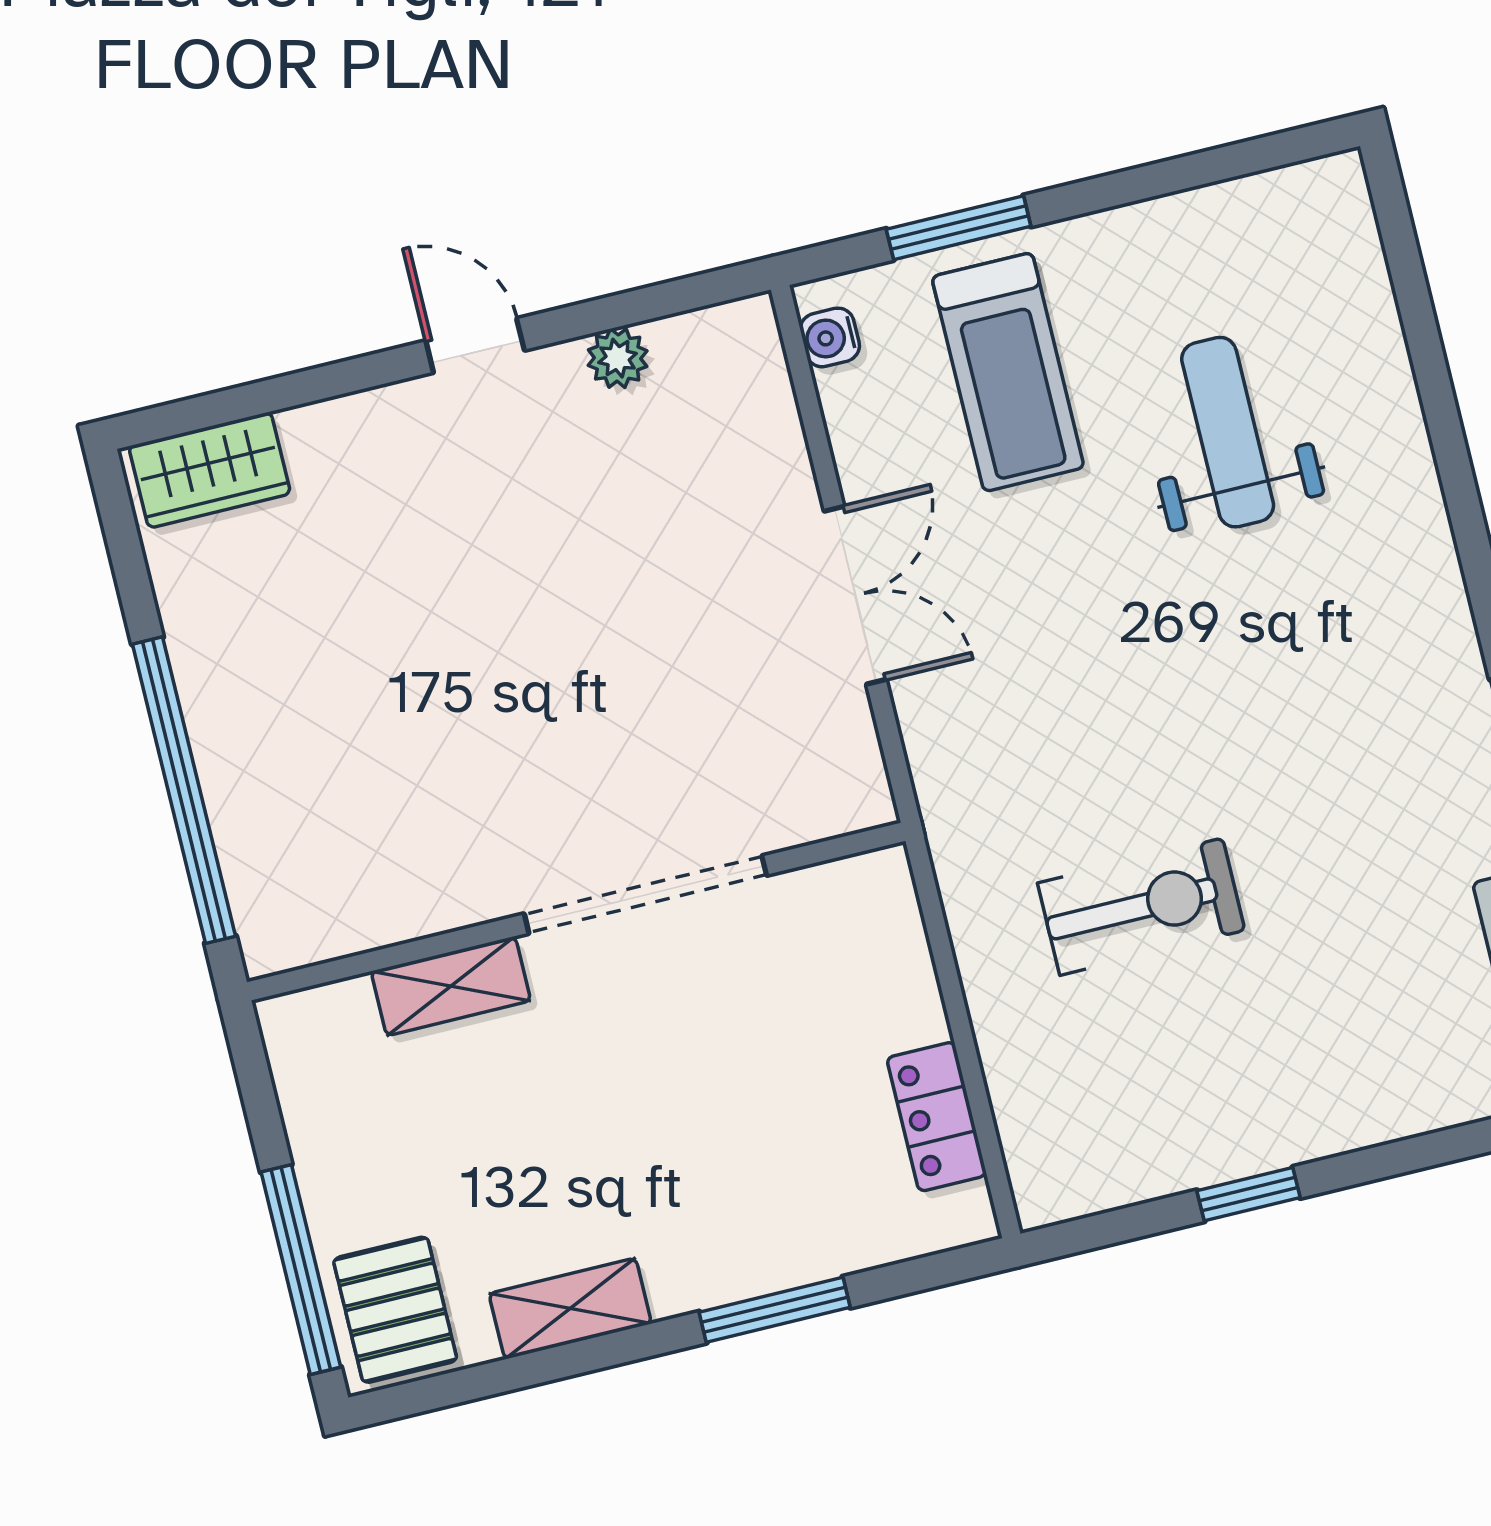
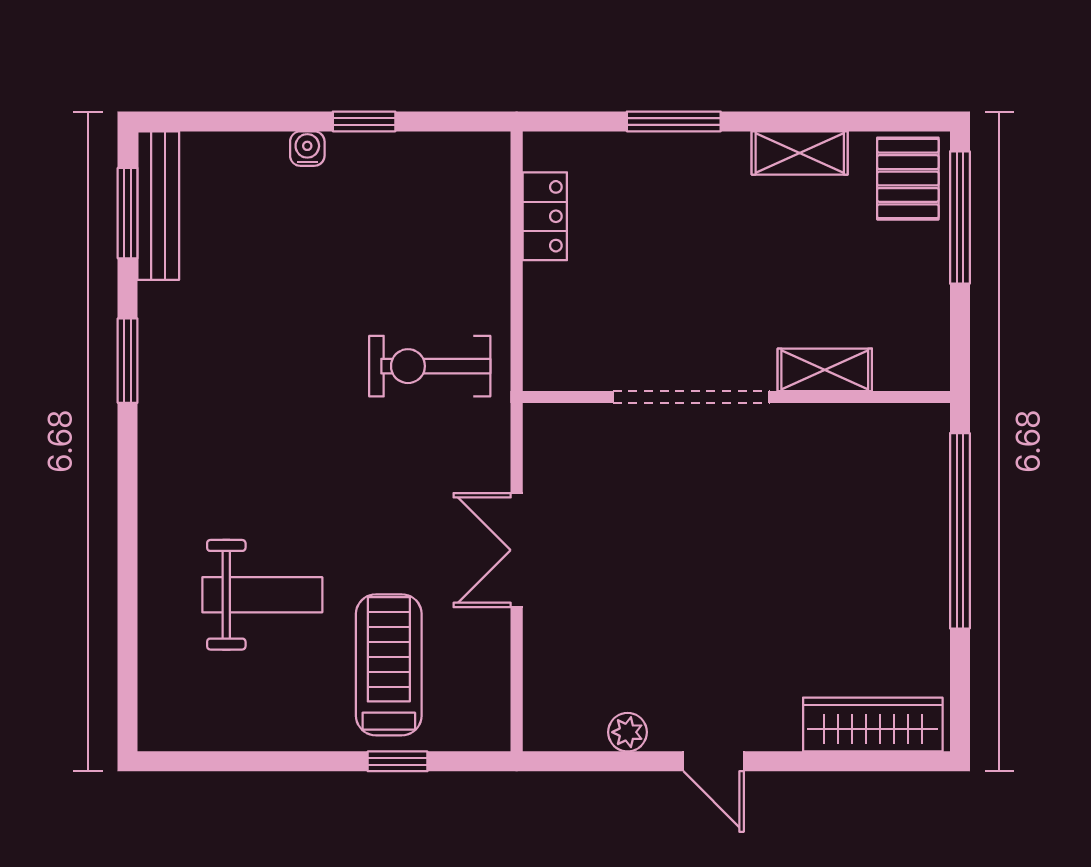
window: (959, 228) -> (398, 761), width x0.67
water cooler: (830, 337) -> (307, 149), moved, turned -90
weight bench: (1228, 432) -> (262, 595), turned -90
wardrobe: (210, 470) -> (873, 724), width x1.50
exercise bike: (1141, 907) -> (430, 366), moved

